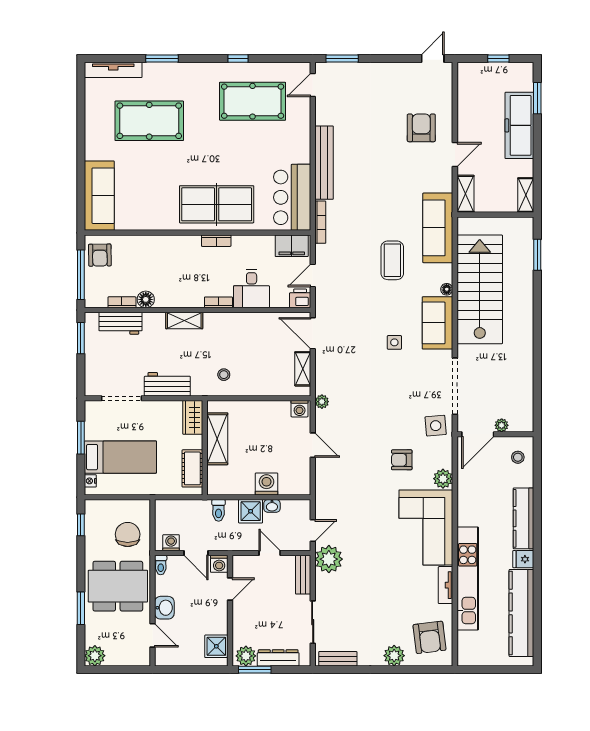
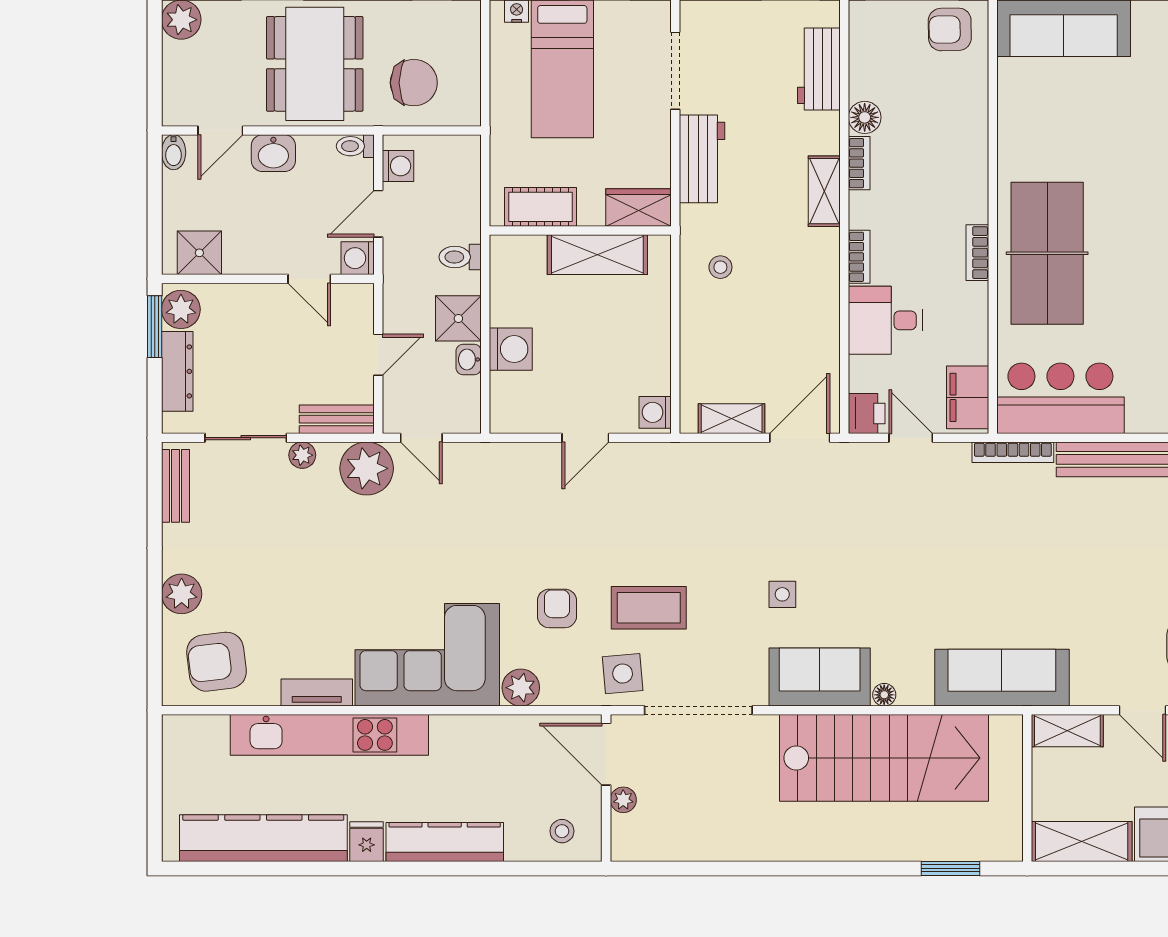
shelving: (526, 195) -> (1082, 841), width x1.50, depth x1.33
coffee table: (392, 260) -> (649, 608), moved
bookcase: (122, 302) -> (859, 163), moved
plant: (322, 402) -> (302, 455), moved
bidet: (164, 660) -> (174, 152), added

